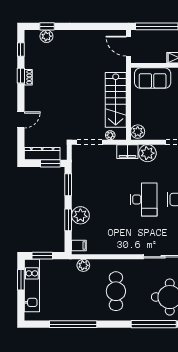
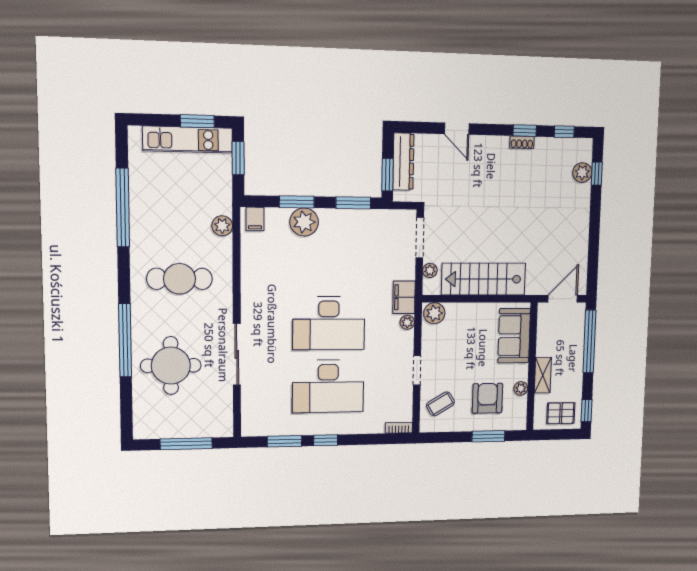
plant: (148, 153) -> (407, 322), width x0.53, depth x0.53
desk: (144, 199) -> (329, 323), width x1.36, depth x1.30

